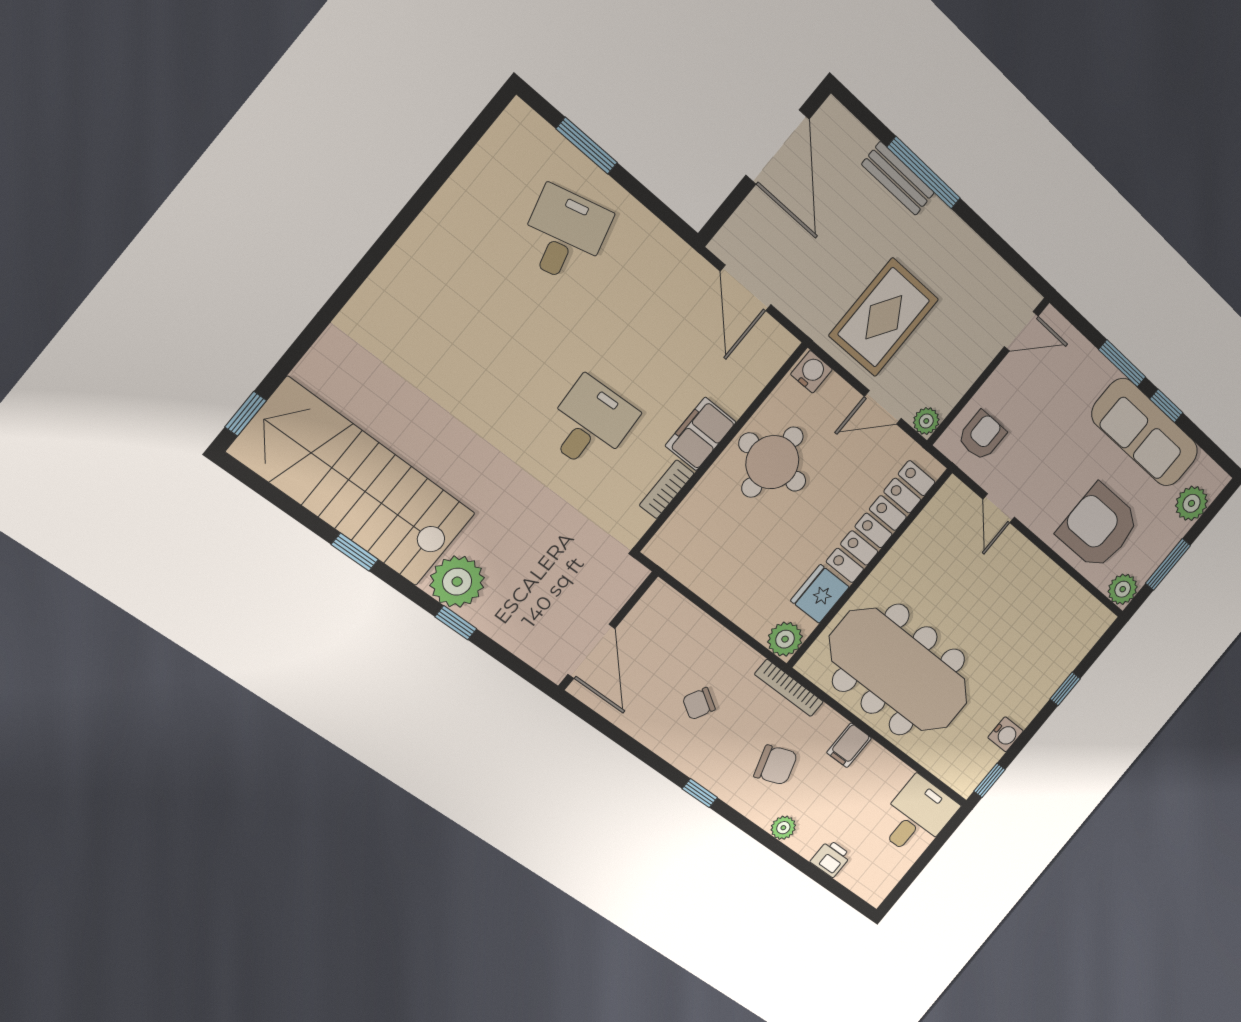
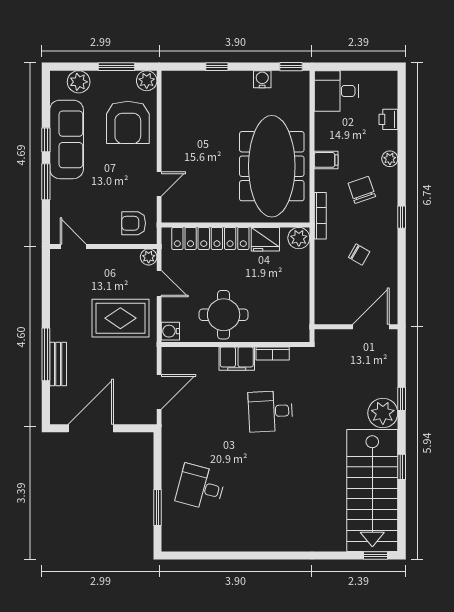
desk: (564, 235) -> (201, 487), turned 30

